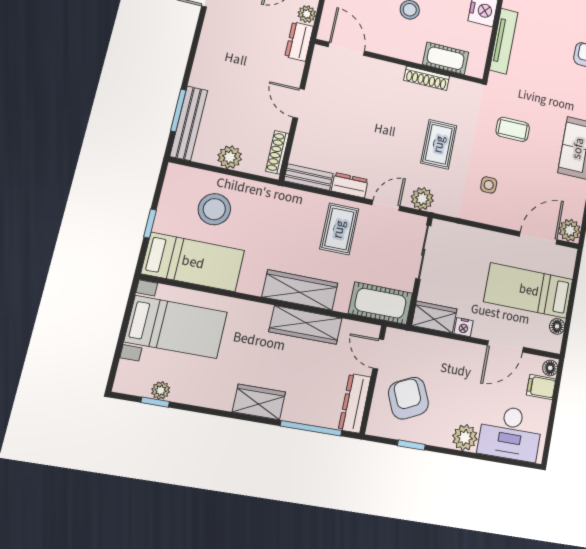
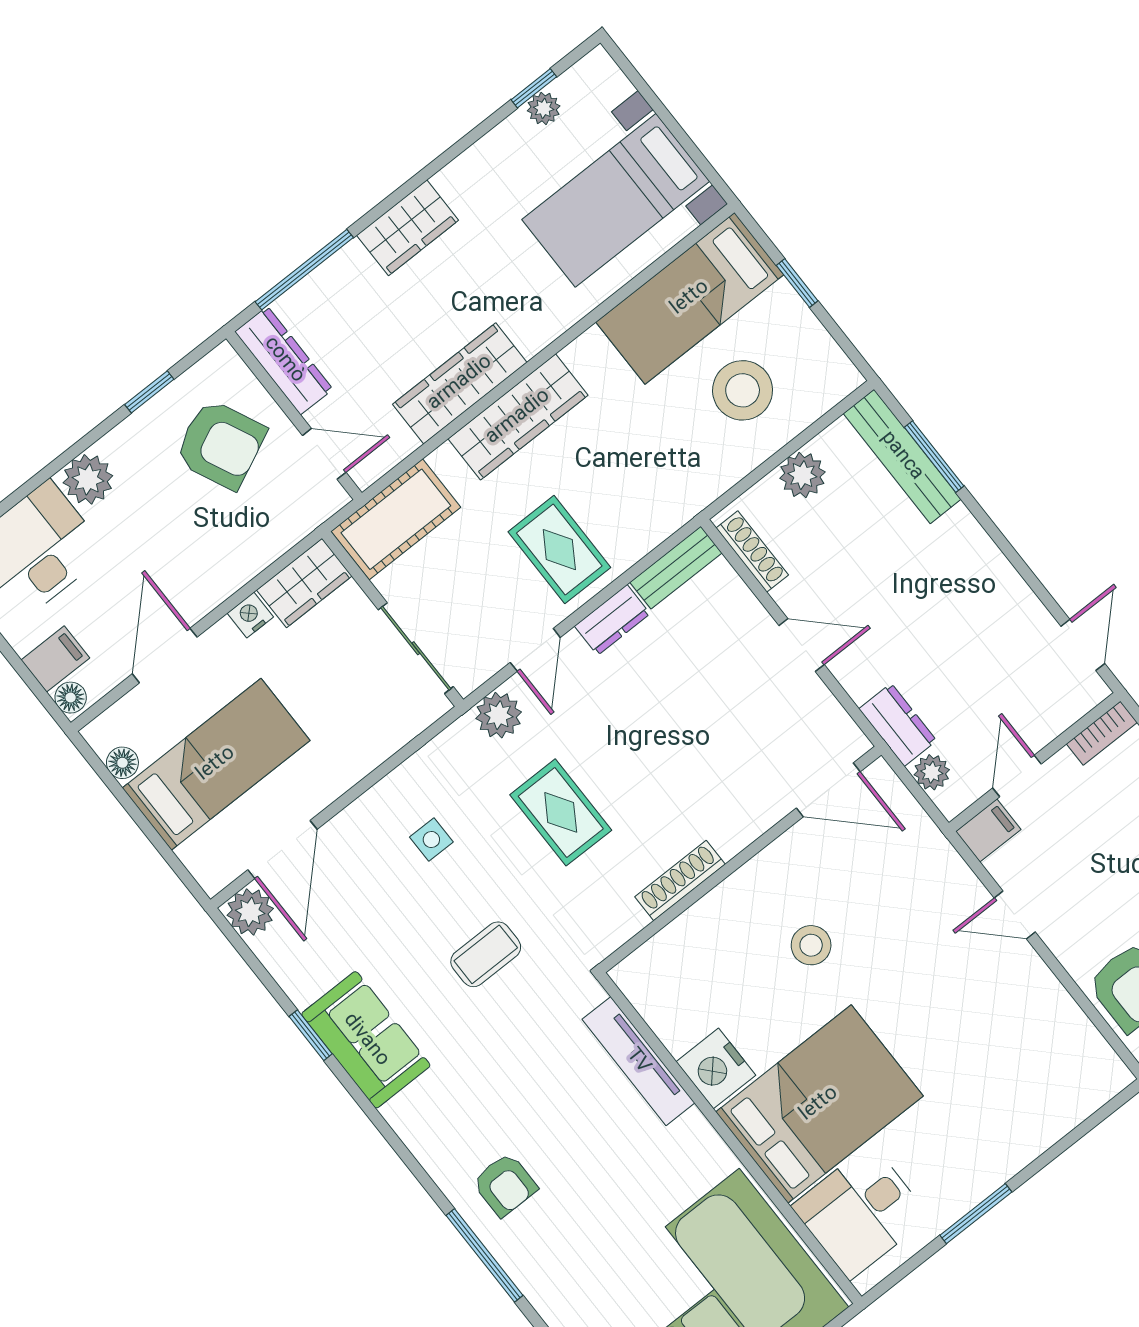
cot: (446, 58) -> (687, 939), removed

